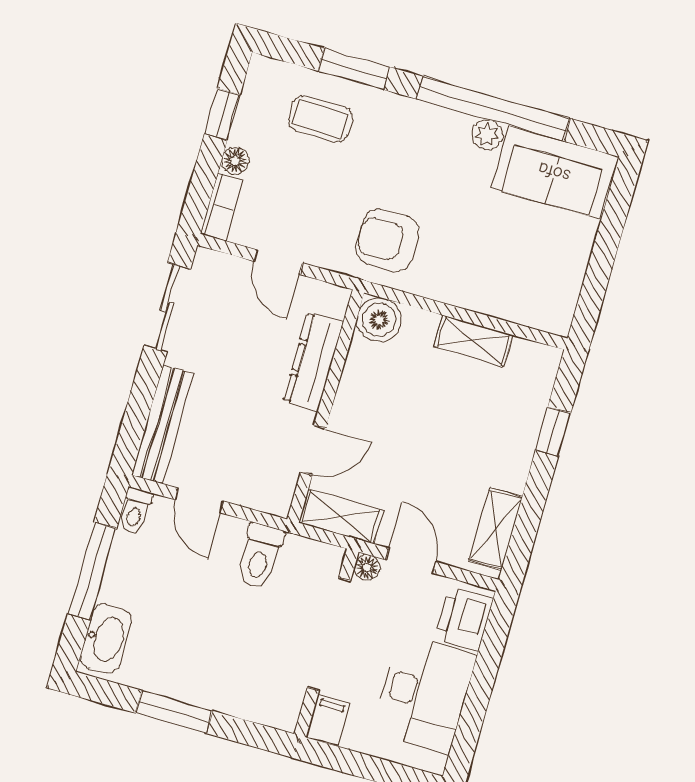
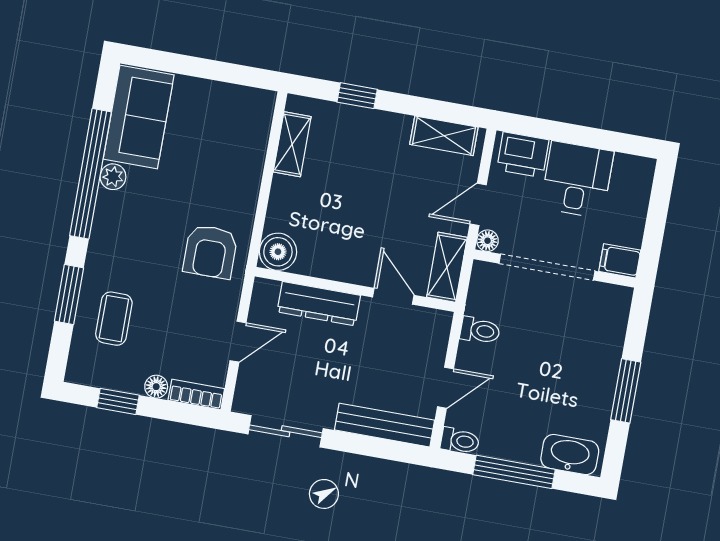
shelving: (473, 341) -> (292, 144), moved
toilet: (260, 556) -> (480, 330), width x0.73, depth x0.72
desk: (424, 693) -> (577, 180), width x0.73

